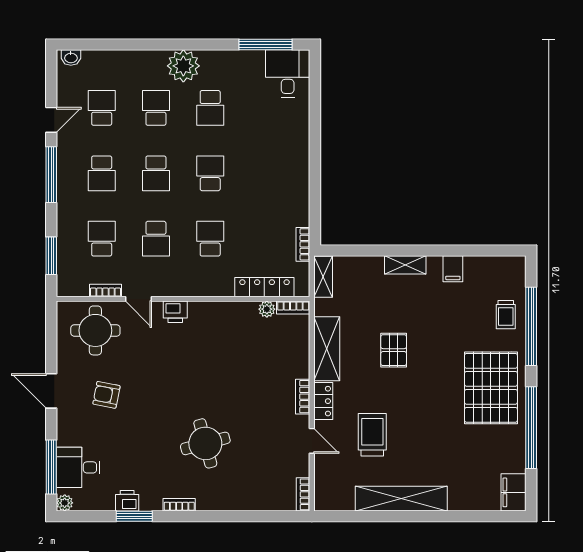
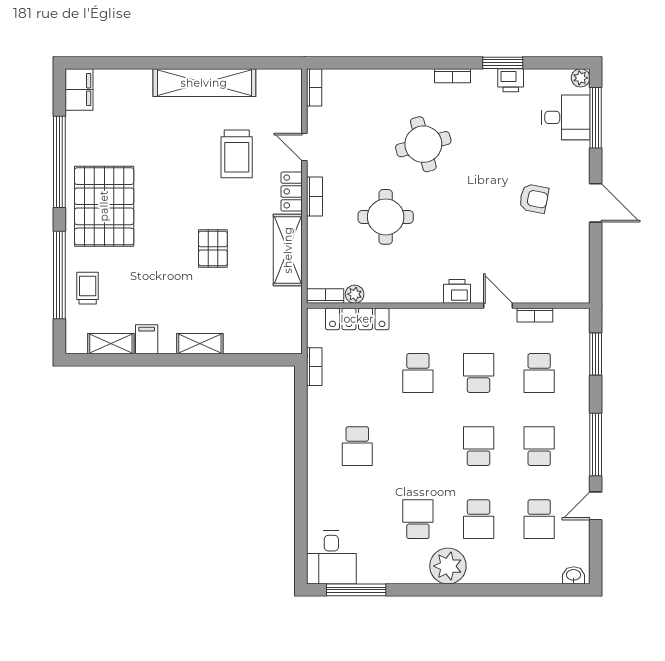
school desk: (210, 173) -> (357, 446), moved
shelving: (323, 277) -> (111, 344), moved, turned 90
round table: (95, 330) -> (386, 217), moved

